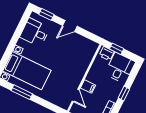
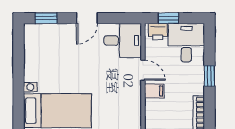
desk: (35, 32) -> (123, 40), moved, turned 180
door: (76, 95) -> (143, 70), moved

